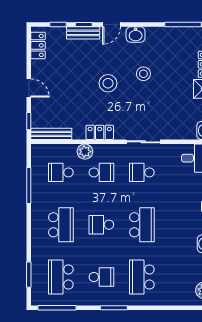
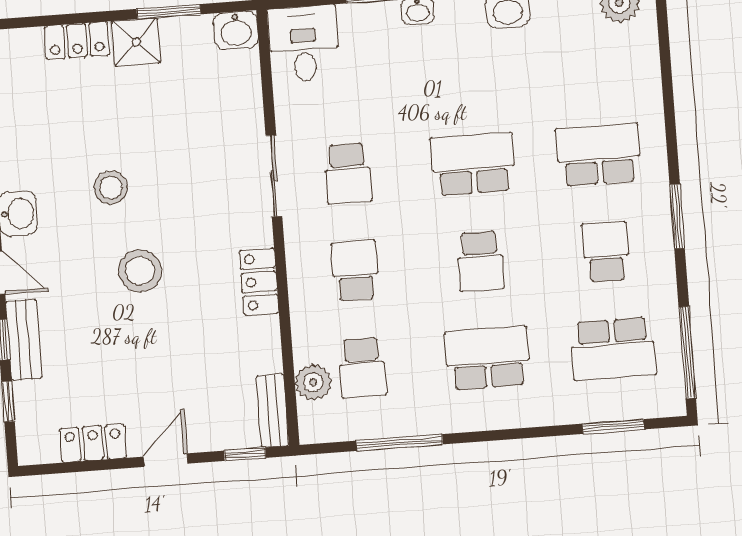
locker: (38, 45) -> (93, 443), moved
bench: (51, 134) -> (273, 411), width x0.73
plant: (85, 152) -> (313, 382), moved
school desk: (142, 277) -> (598, 155), turned 180

